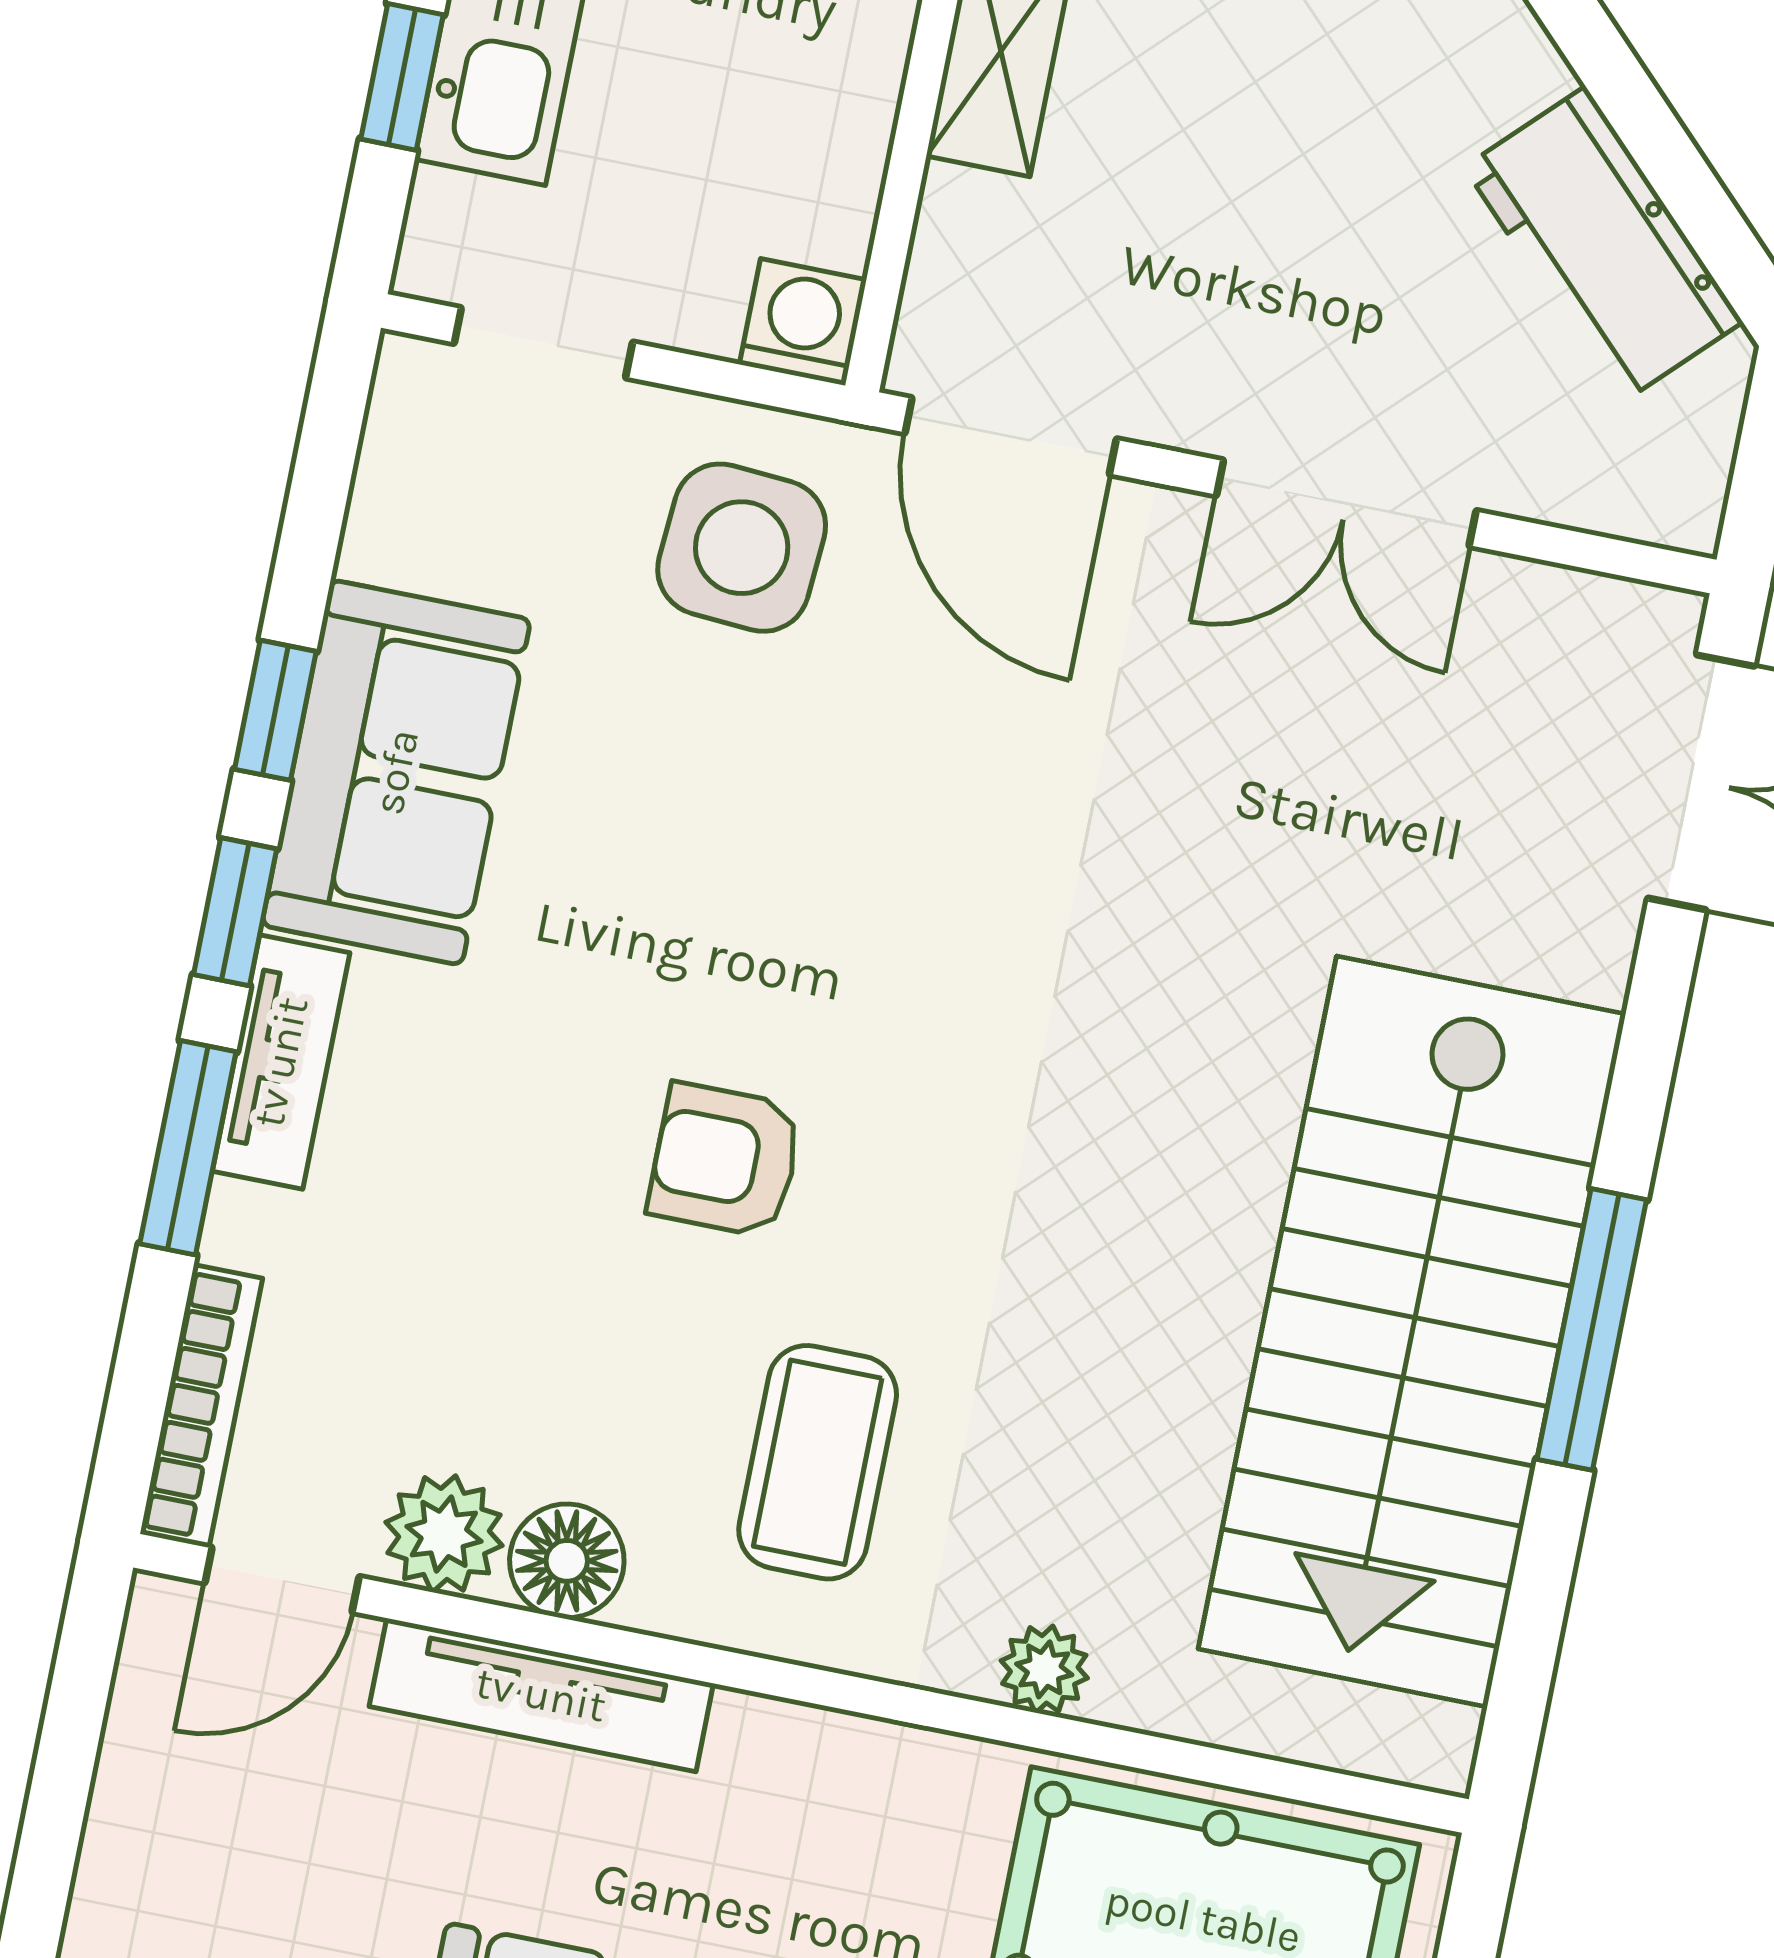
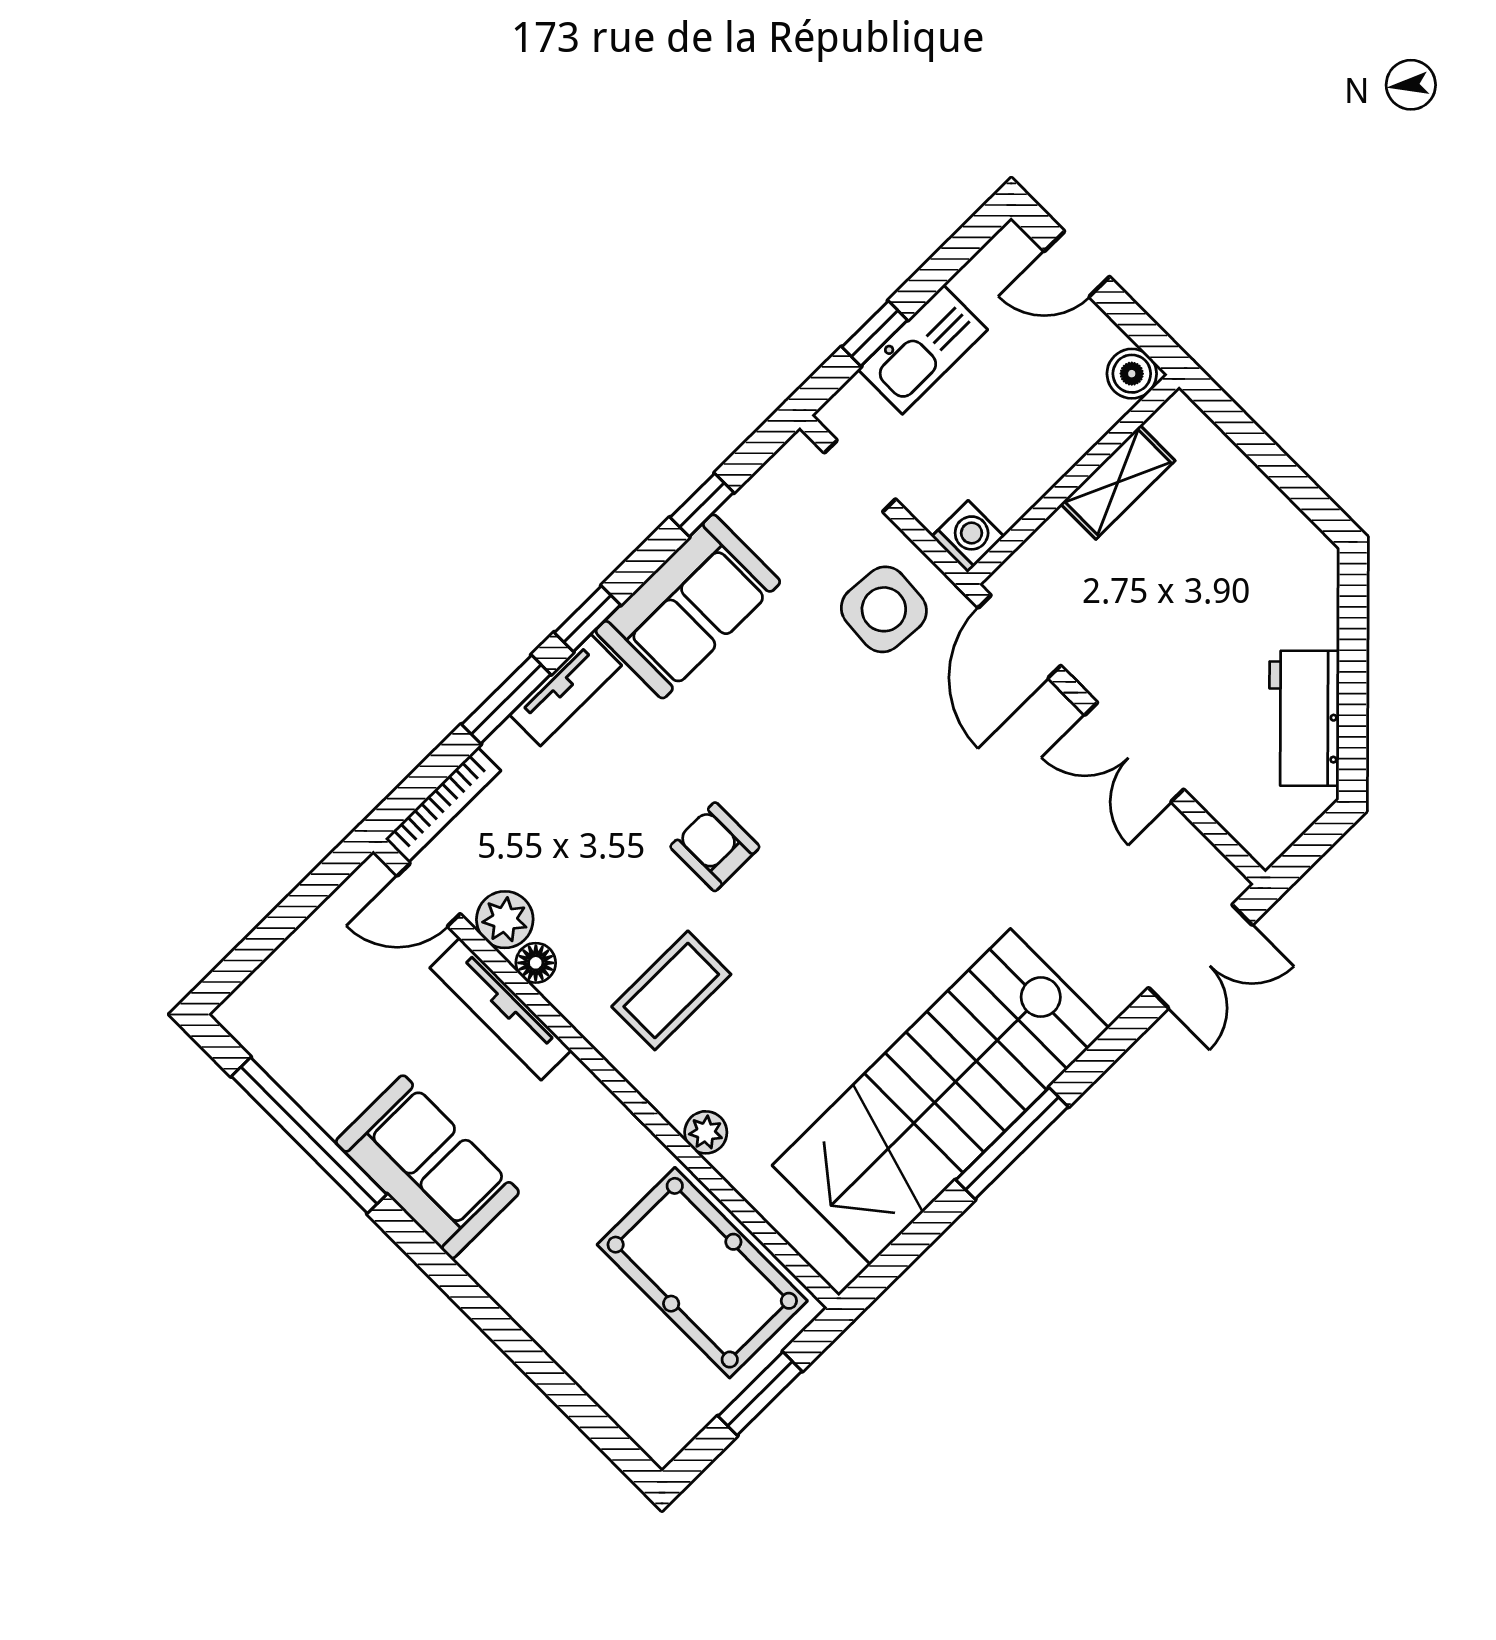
window: (275, 710) -> (702, 505), moved
floor lamp: (567, 1561) -> (536, 963), width x0.73, depth x0.73

